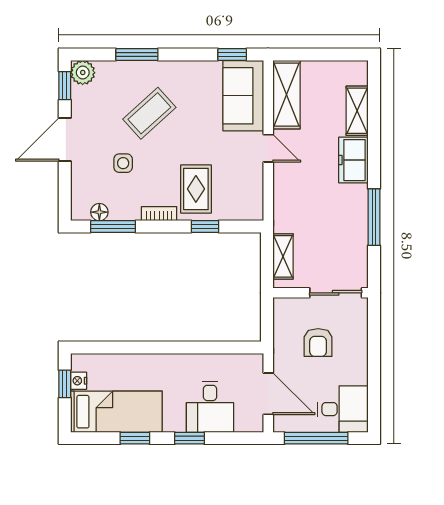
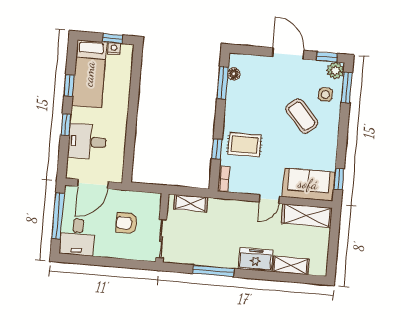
window: (137, 54) -> (347, 88), moved
side table: (123, 163) -> (325, 94), moved
bookcase: (159, 214) -> (224, 179), moved

